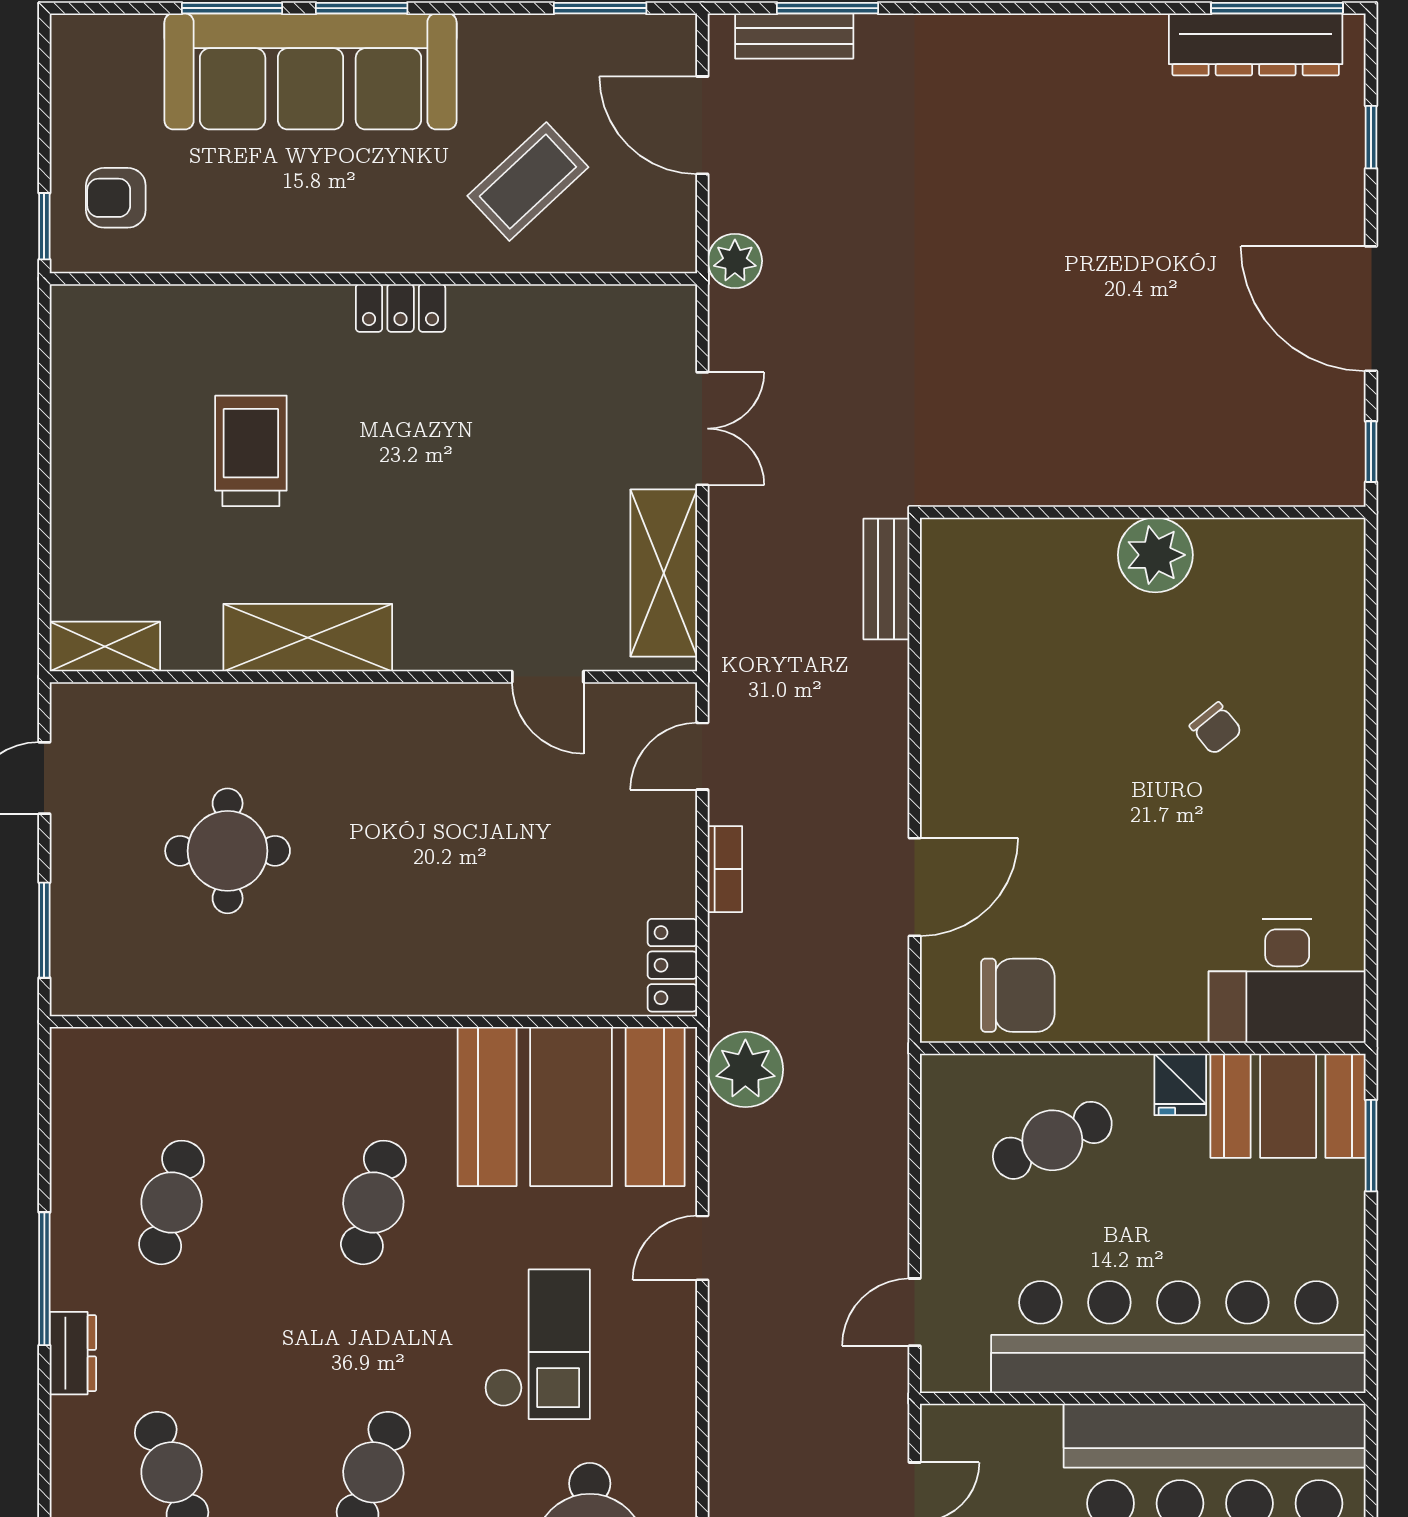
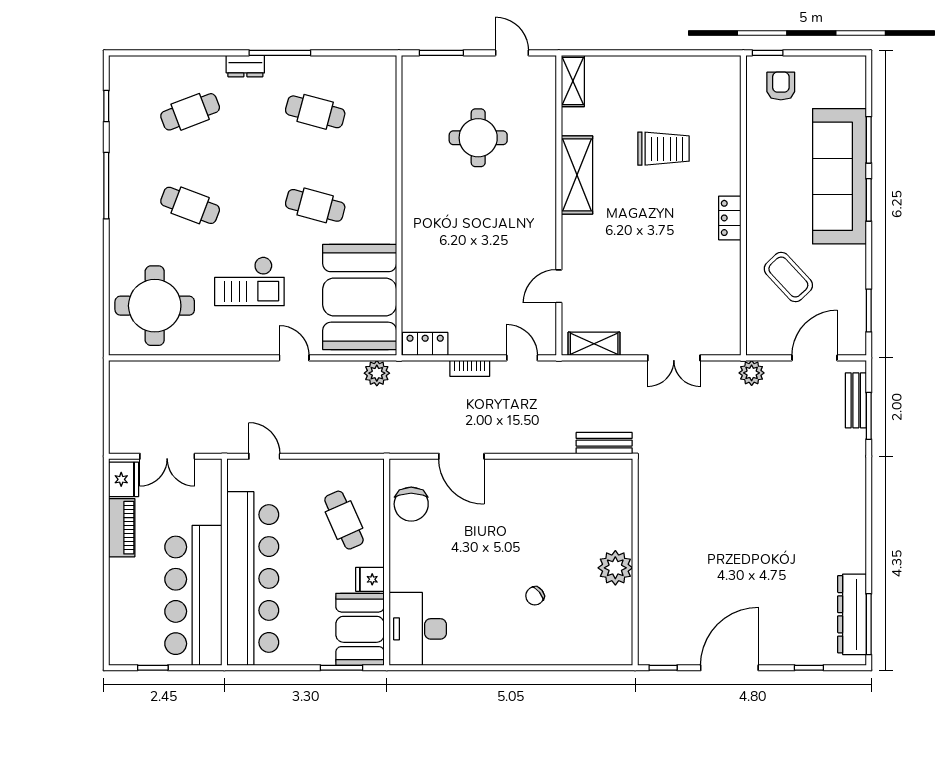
shelving: (664, 573) -> (594, 344), width x0.67, depth x0.75
plant: (745, 1069) -> (377, 373), width x0.73, depth x0.73

